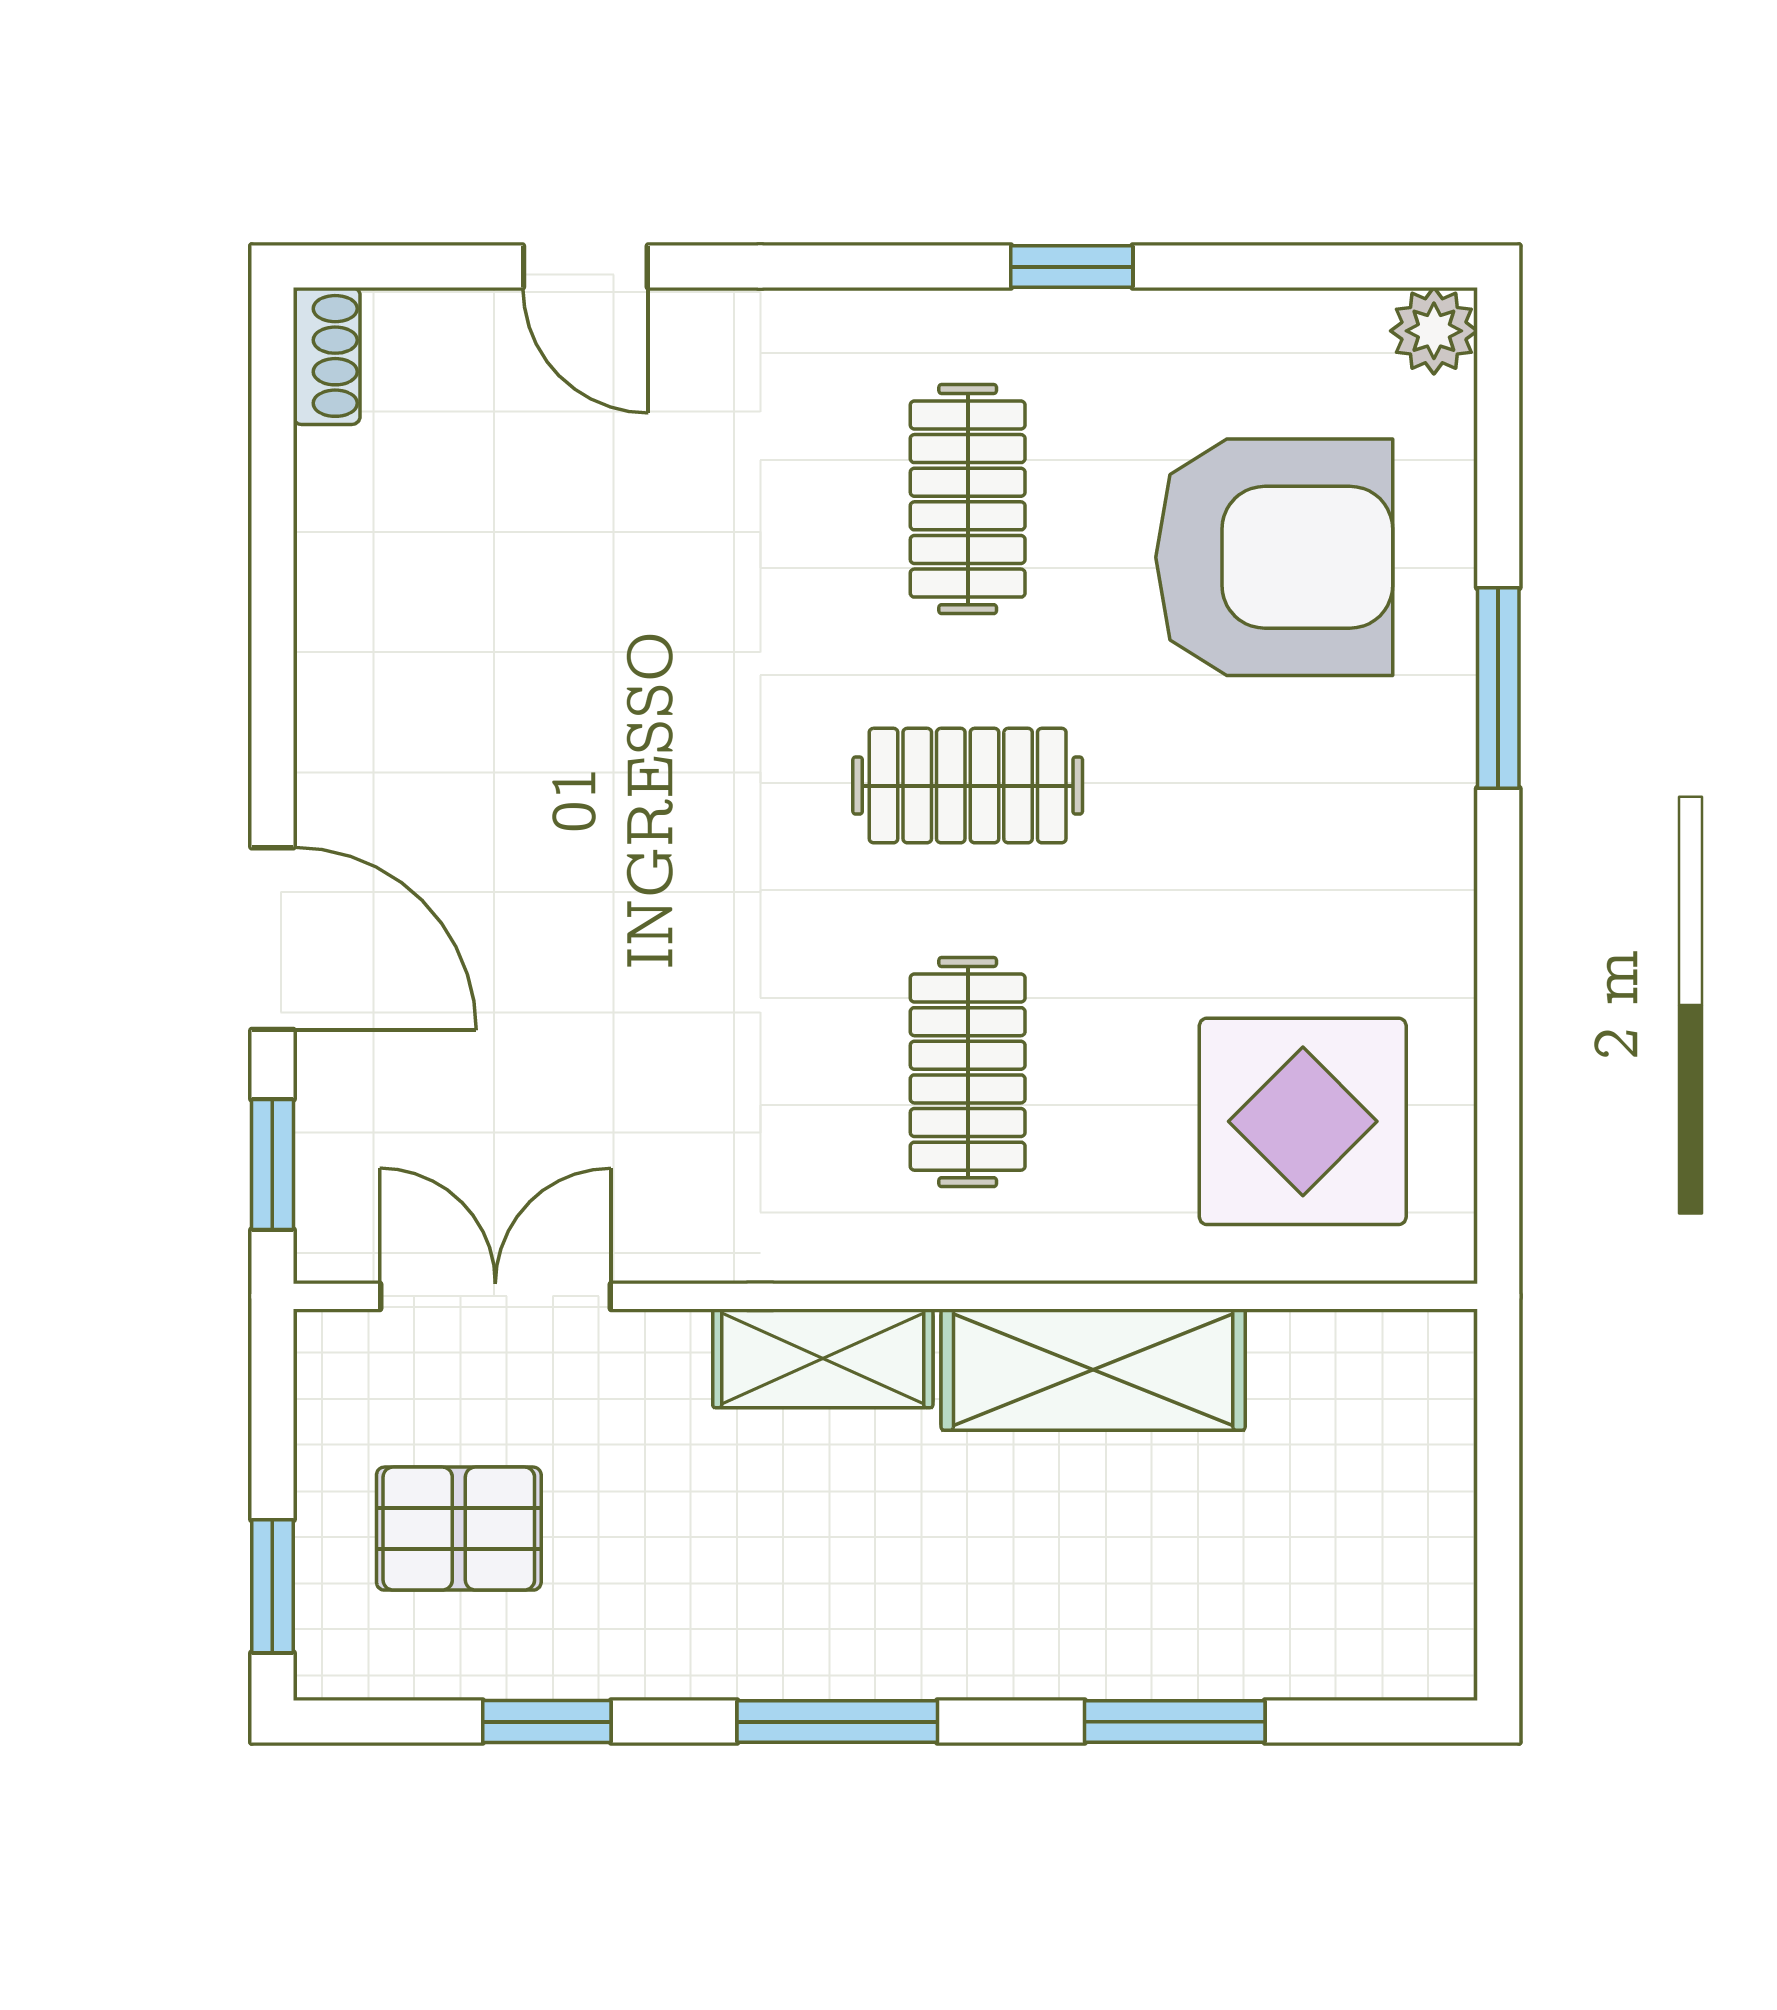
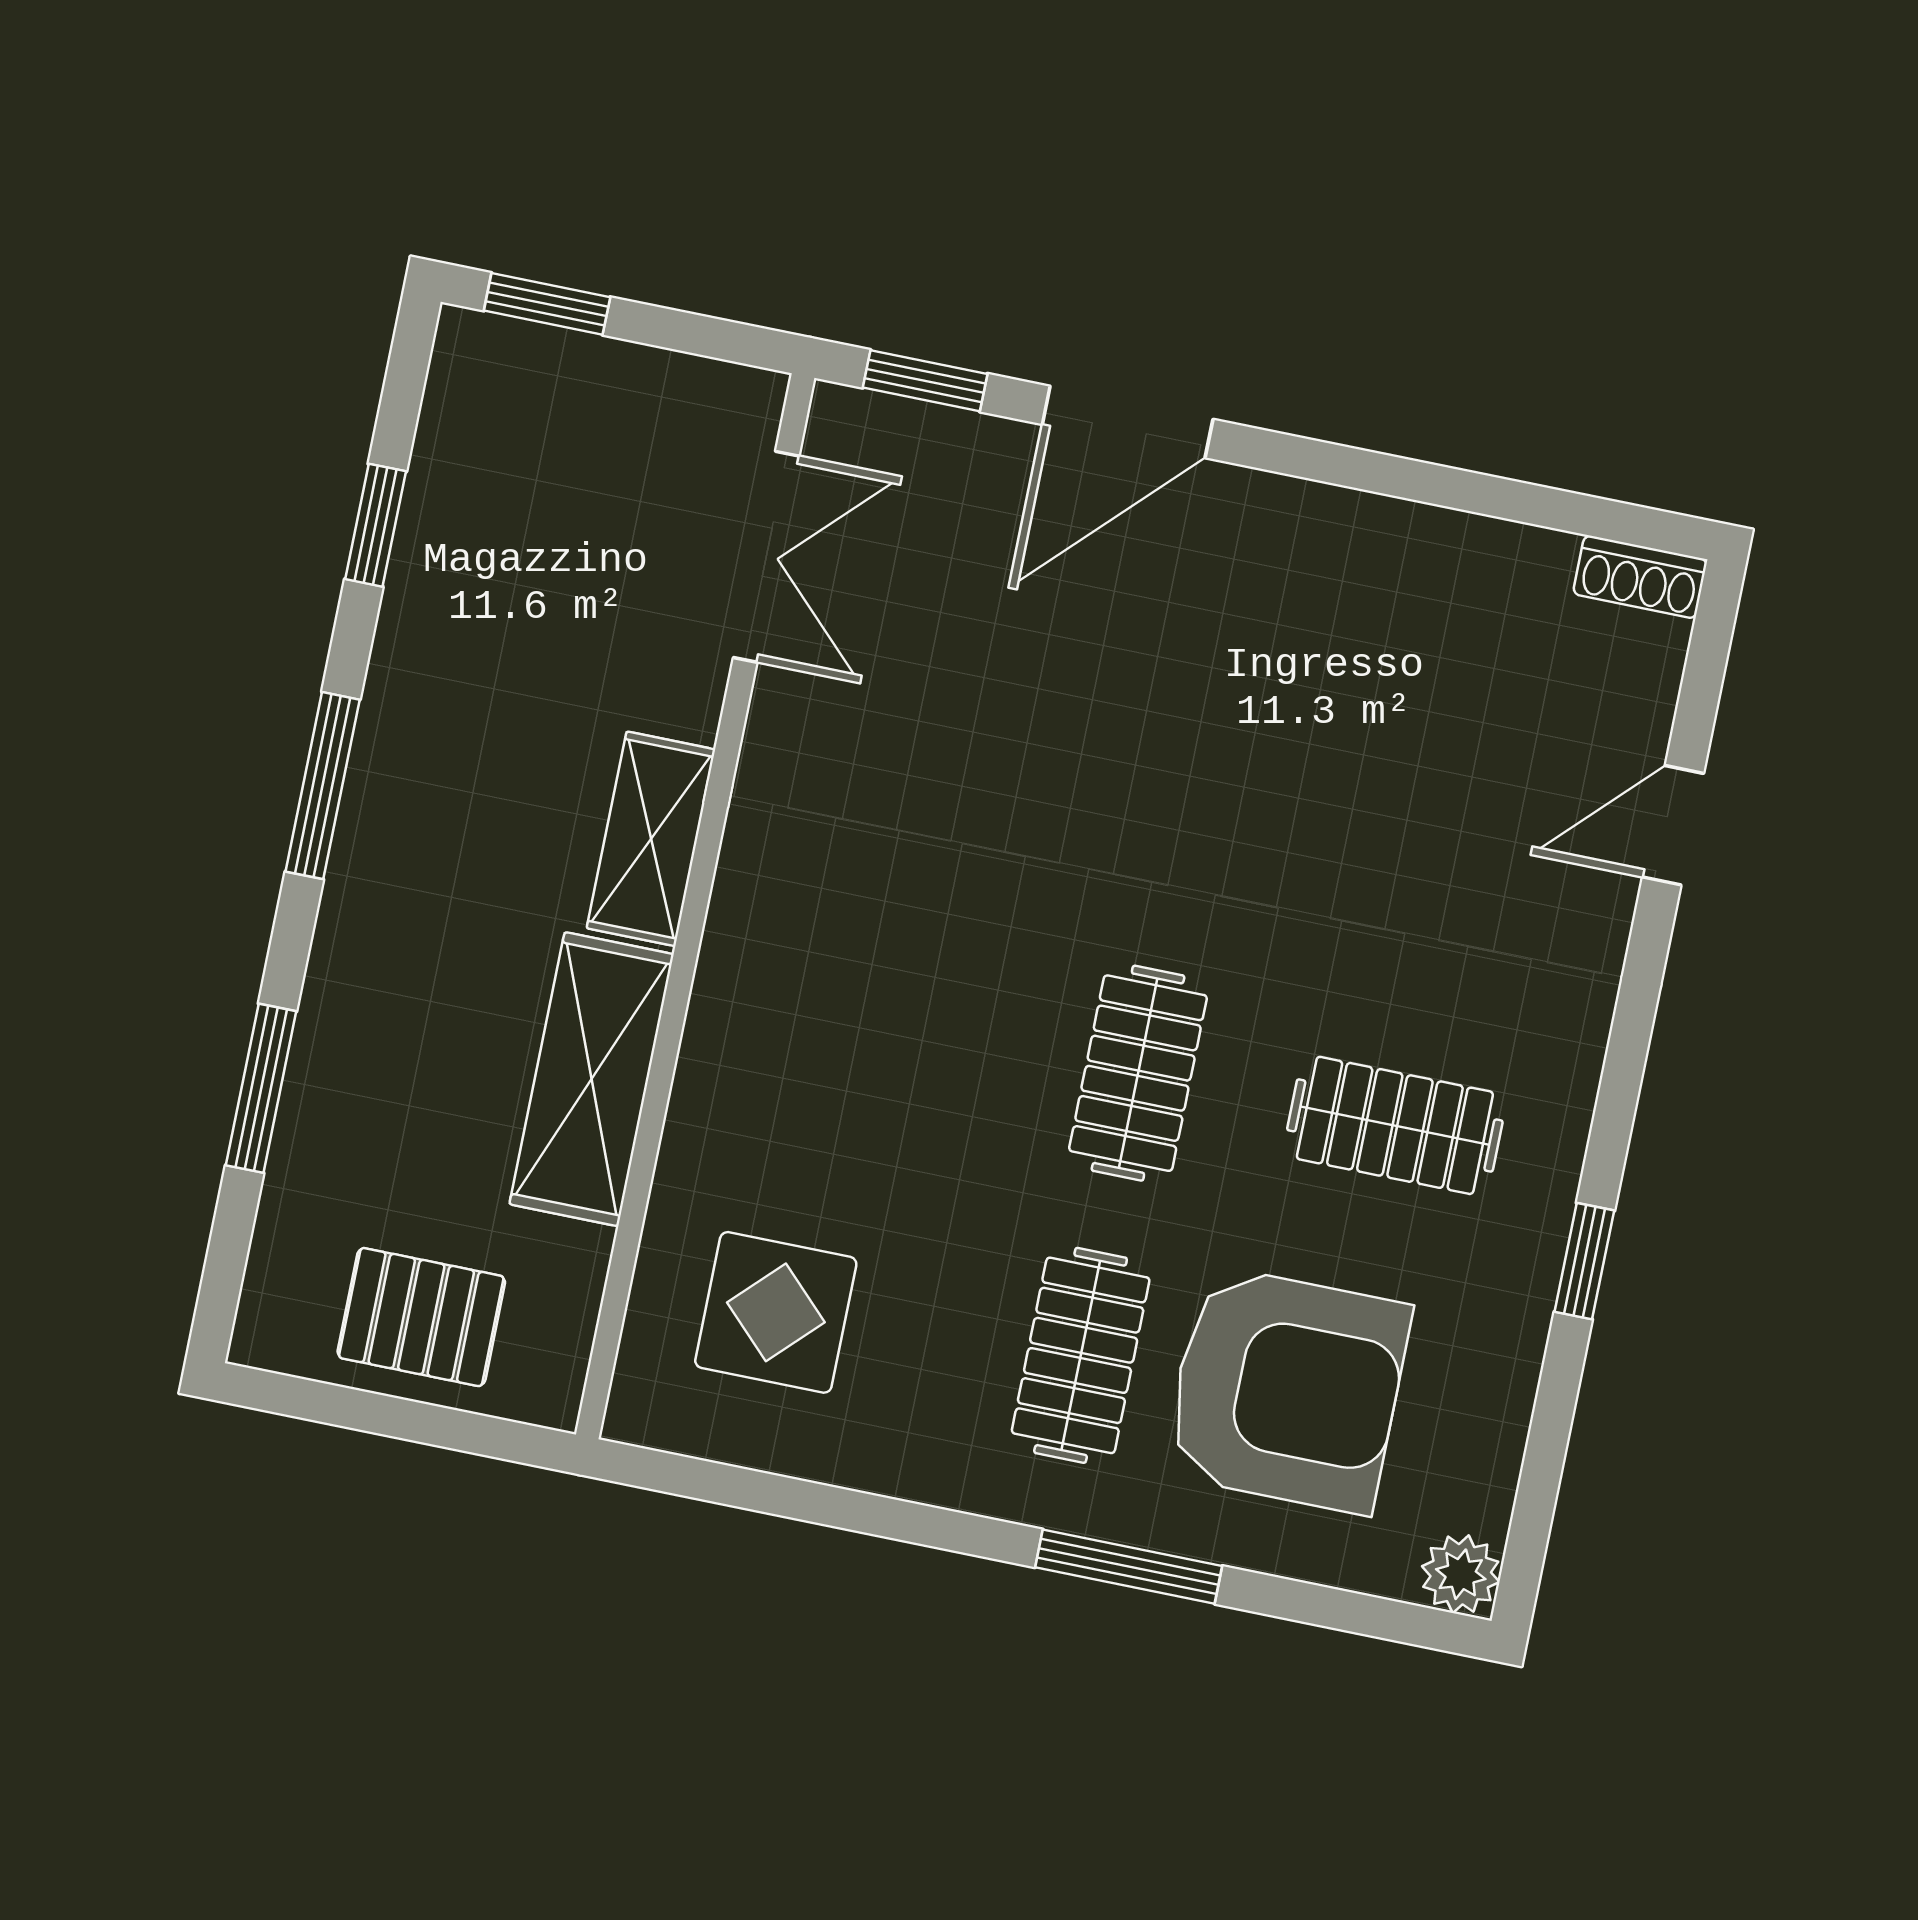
armchair: (1274, 557) -> (1287, 1390), turned -90
clothes rail: (968, 1072) -> (1081, 1355), moved, turned 90
display table: (1303, 1121) -> (776, 1312), width x0.73, depth x0.73
pallet: (459, 1529) -> (421, 1317), moved, turned 90

